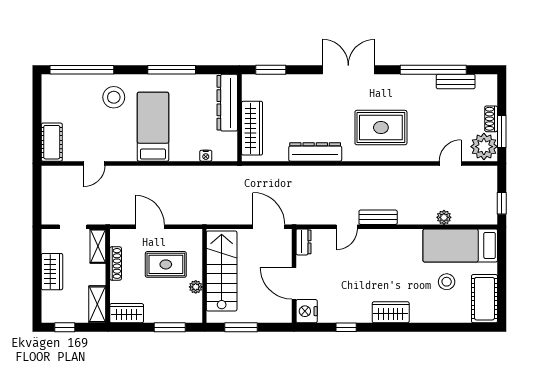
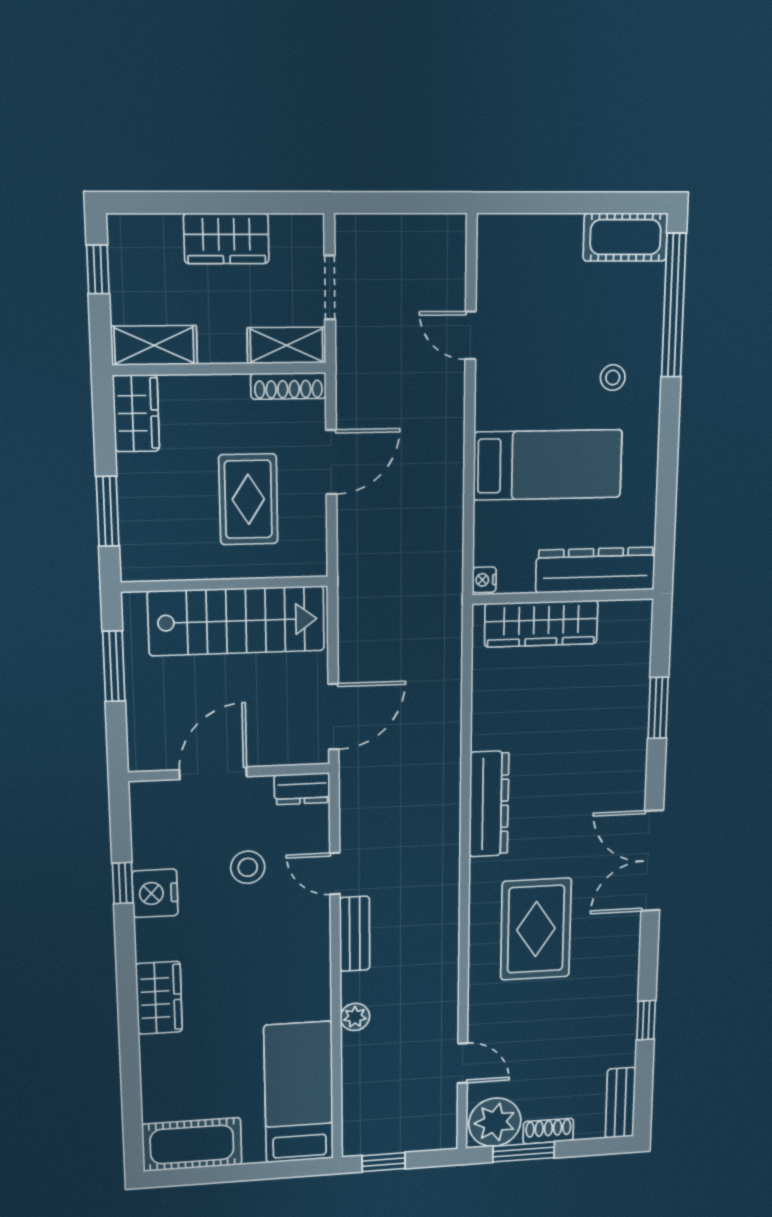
window: (172, 70) -> (666, 503), removed
double door: (348, 70) -> (652, 861), swing flipped
window: (433, 70) -> (646, 1020), width x0.32
bench: (456, 82) -> (620, 1103), moved
stool: (114, 97) -> (613, 378), width x0.53, depth x0.53
dresser: (227, 103) -> (596, 570), moved
wall: (239, 118) -> (563, 597), moved
wardrobe: (252, 128) -> (541, 624), moved
cot: (52, 142) -> (625, 237), moved
plant: (444, 217) -> (355, 1017), moved
shoe rack: (116, 263) -> (288, 386), moved
stool: (447, 282) -> (248, 867), moved
plant: (196, 287) -> (200, 566), removed
nightstand: (307, 311) -> (155, 893), moved, turned -90
wardrobe: (391, 312) -> (159, 998), moved

